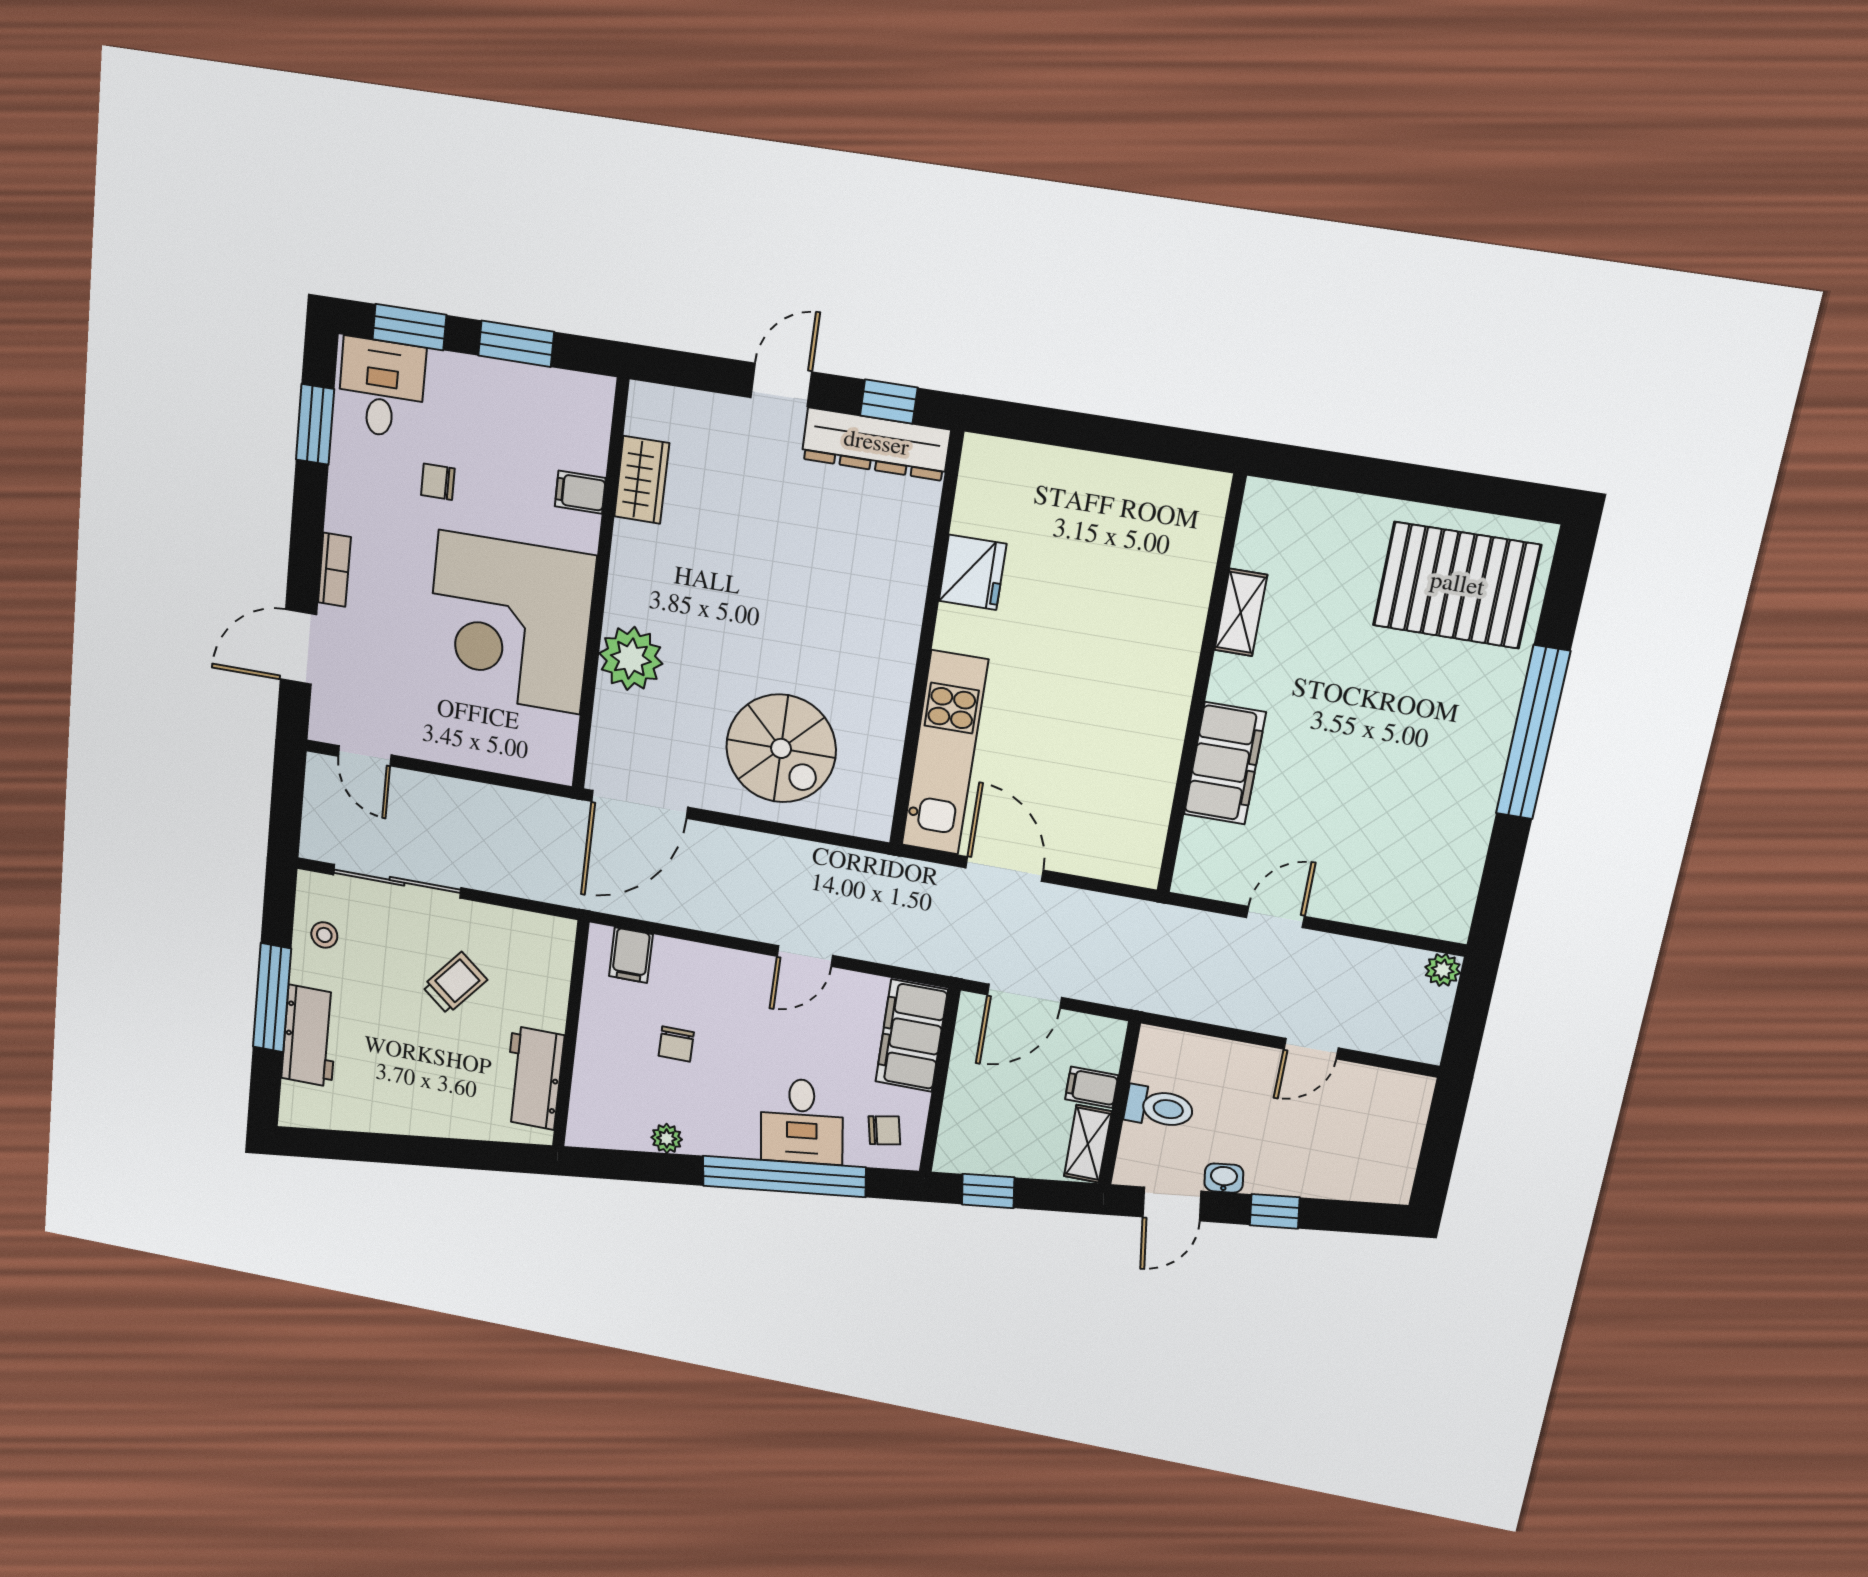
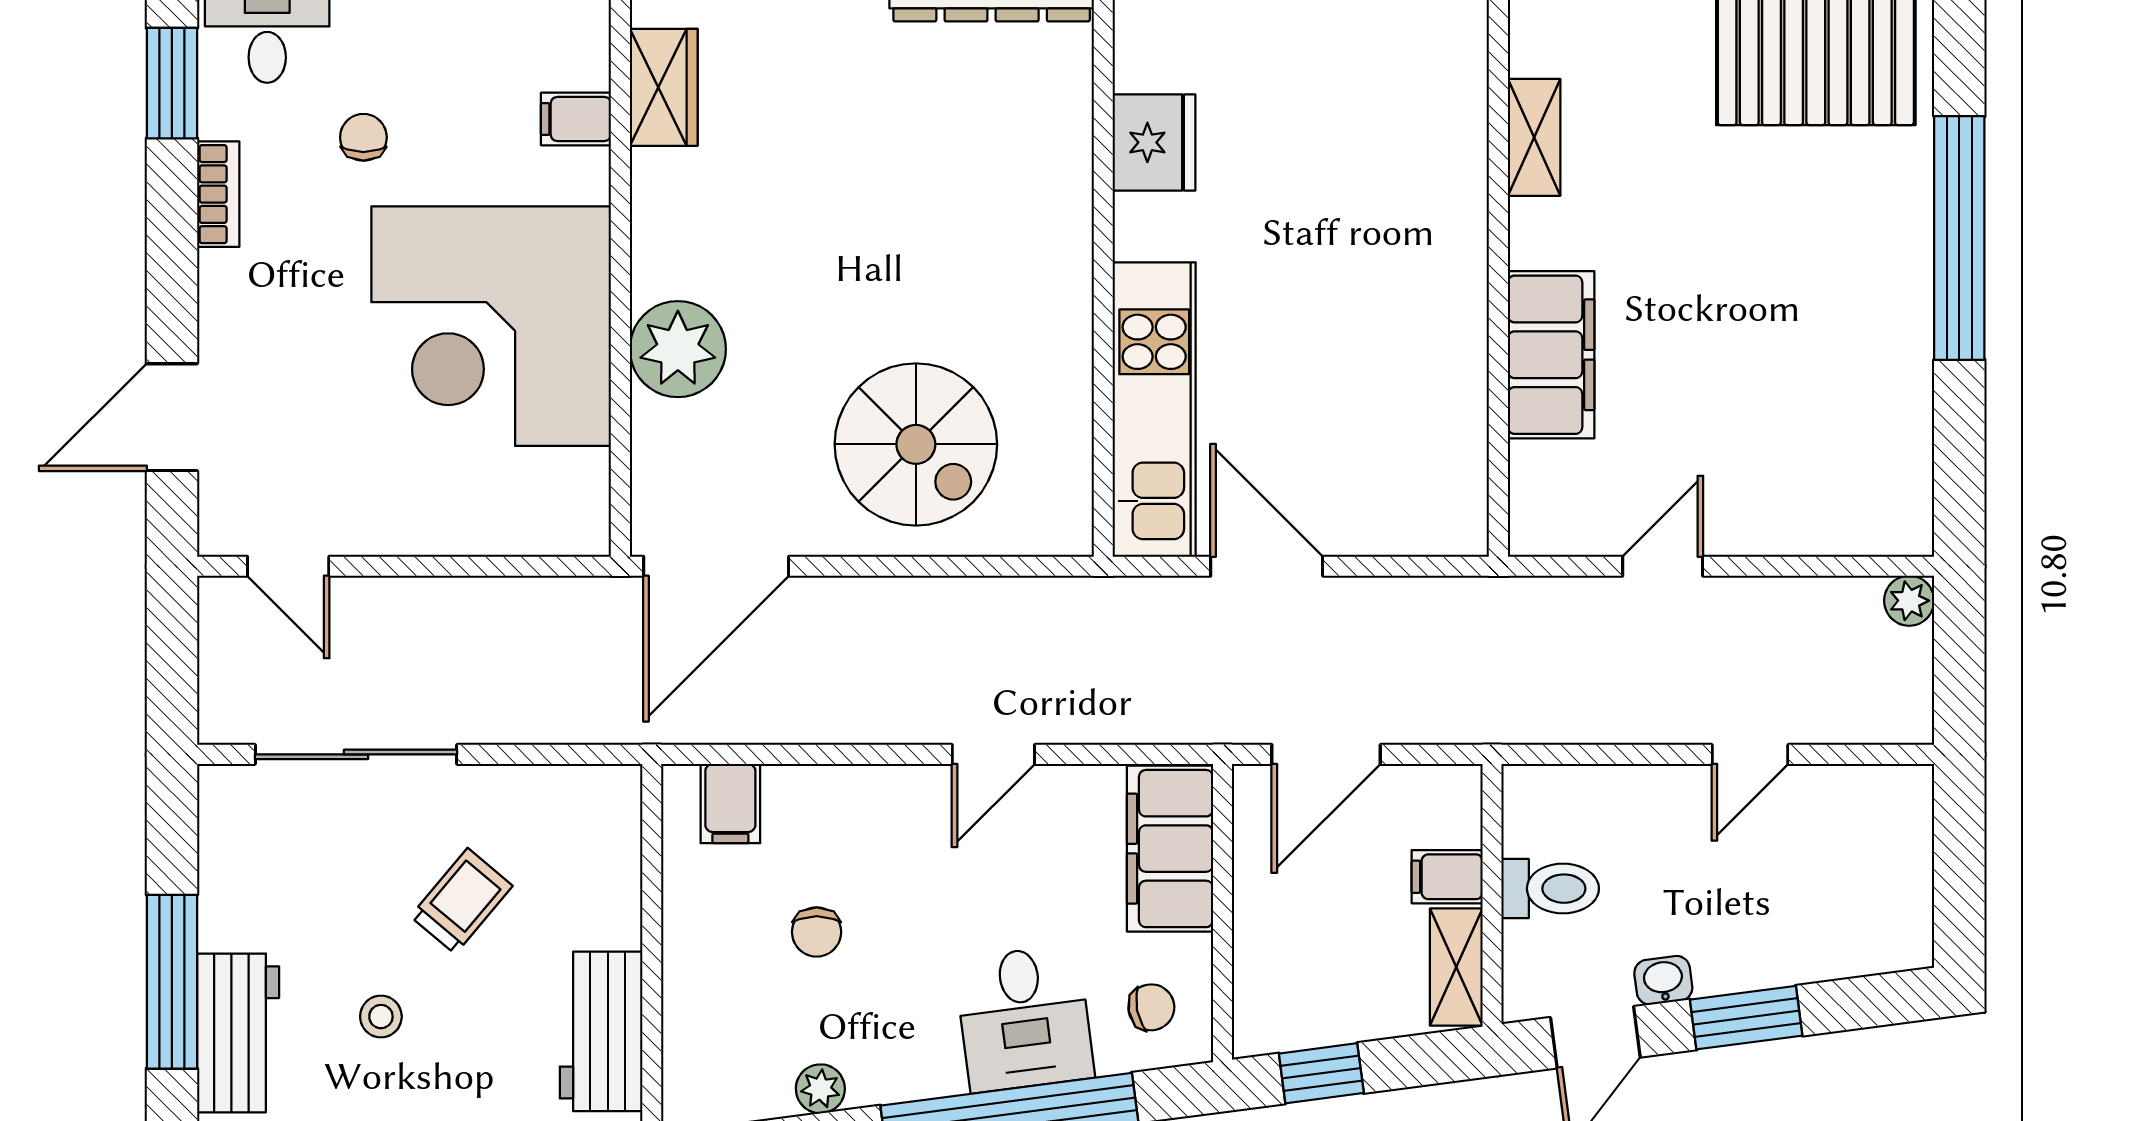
chair: (438, 482) -> (363, 137), turned 90
bookcase: (334, 570) -> (218, 194), moved
stool: (324, 935) -> (381, 1017), moved
window: (1275, 1211) -> (1746, 1018), width x1.50

